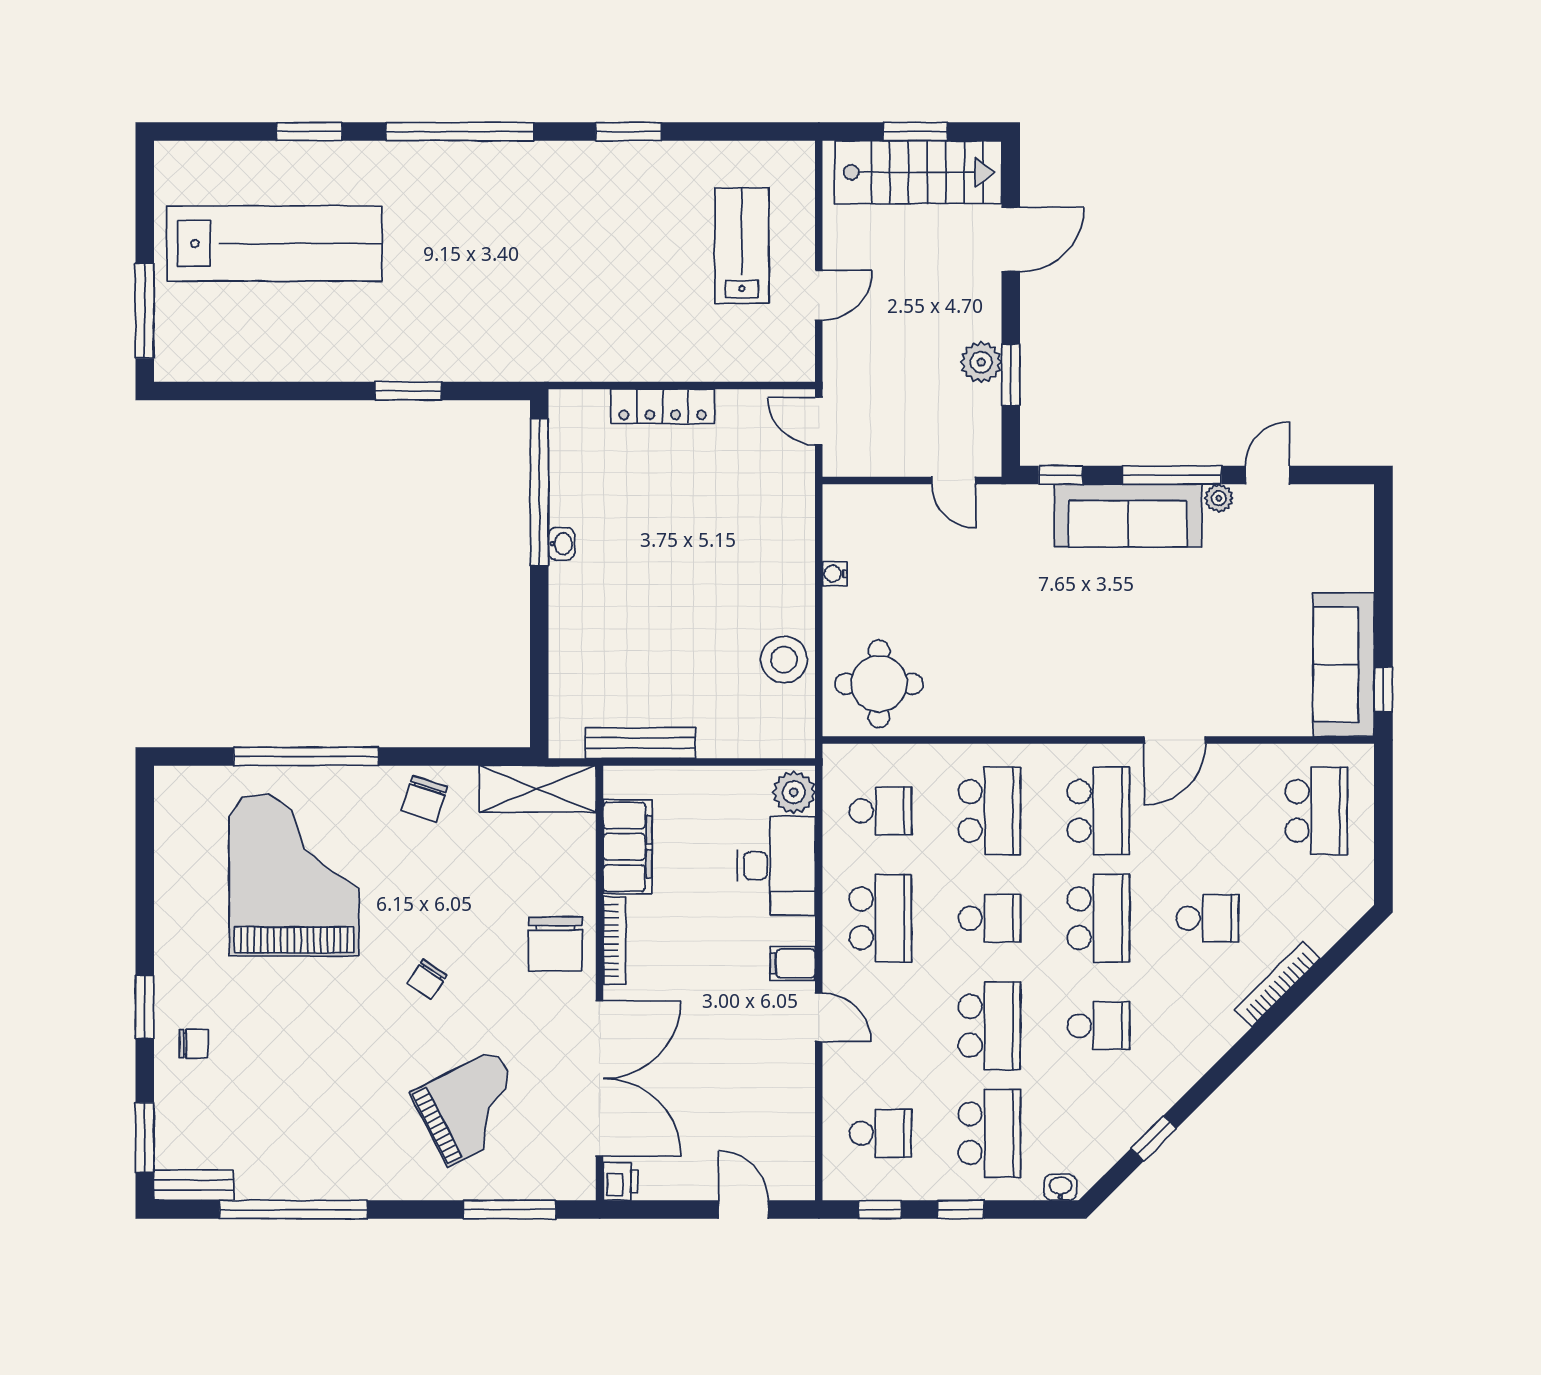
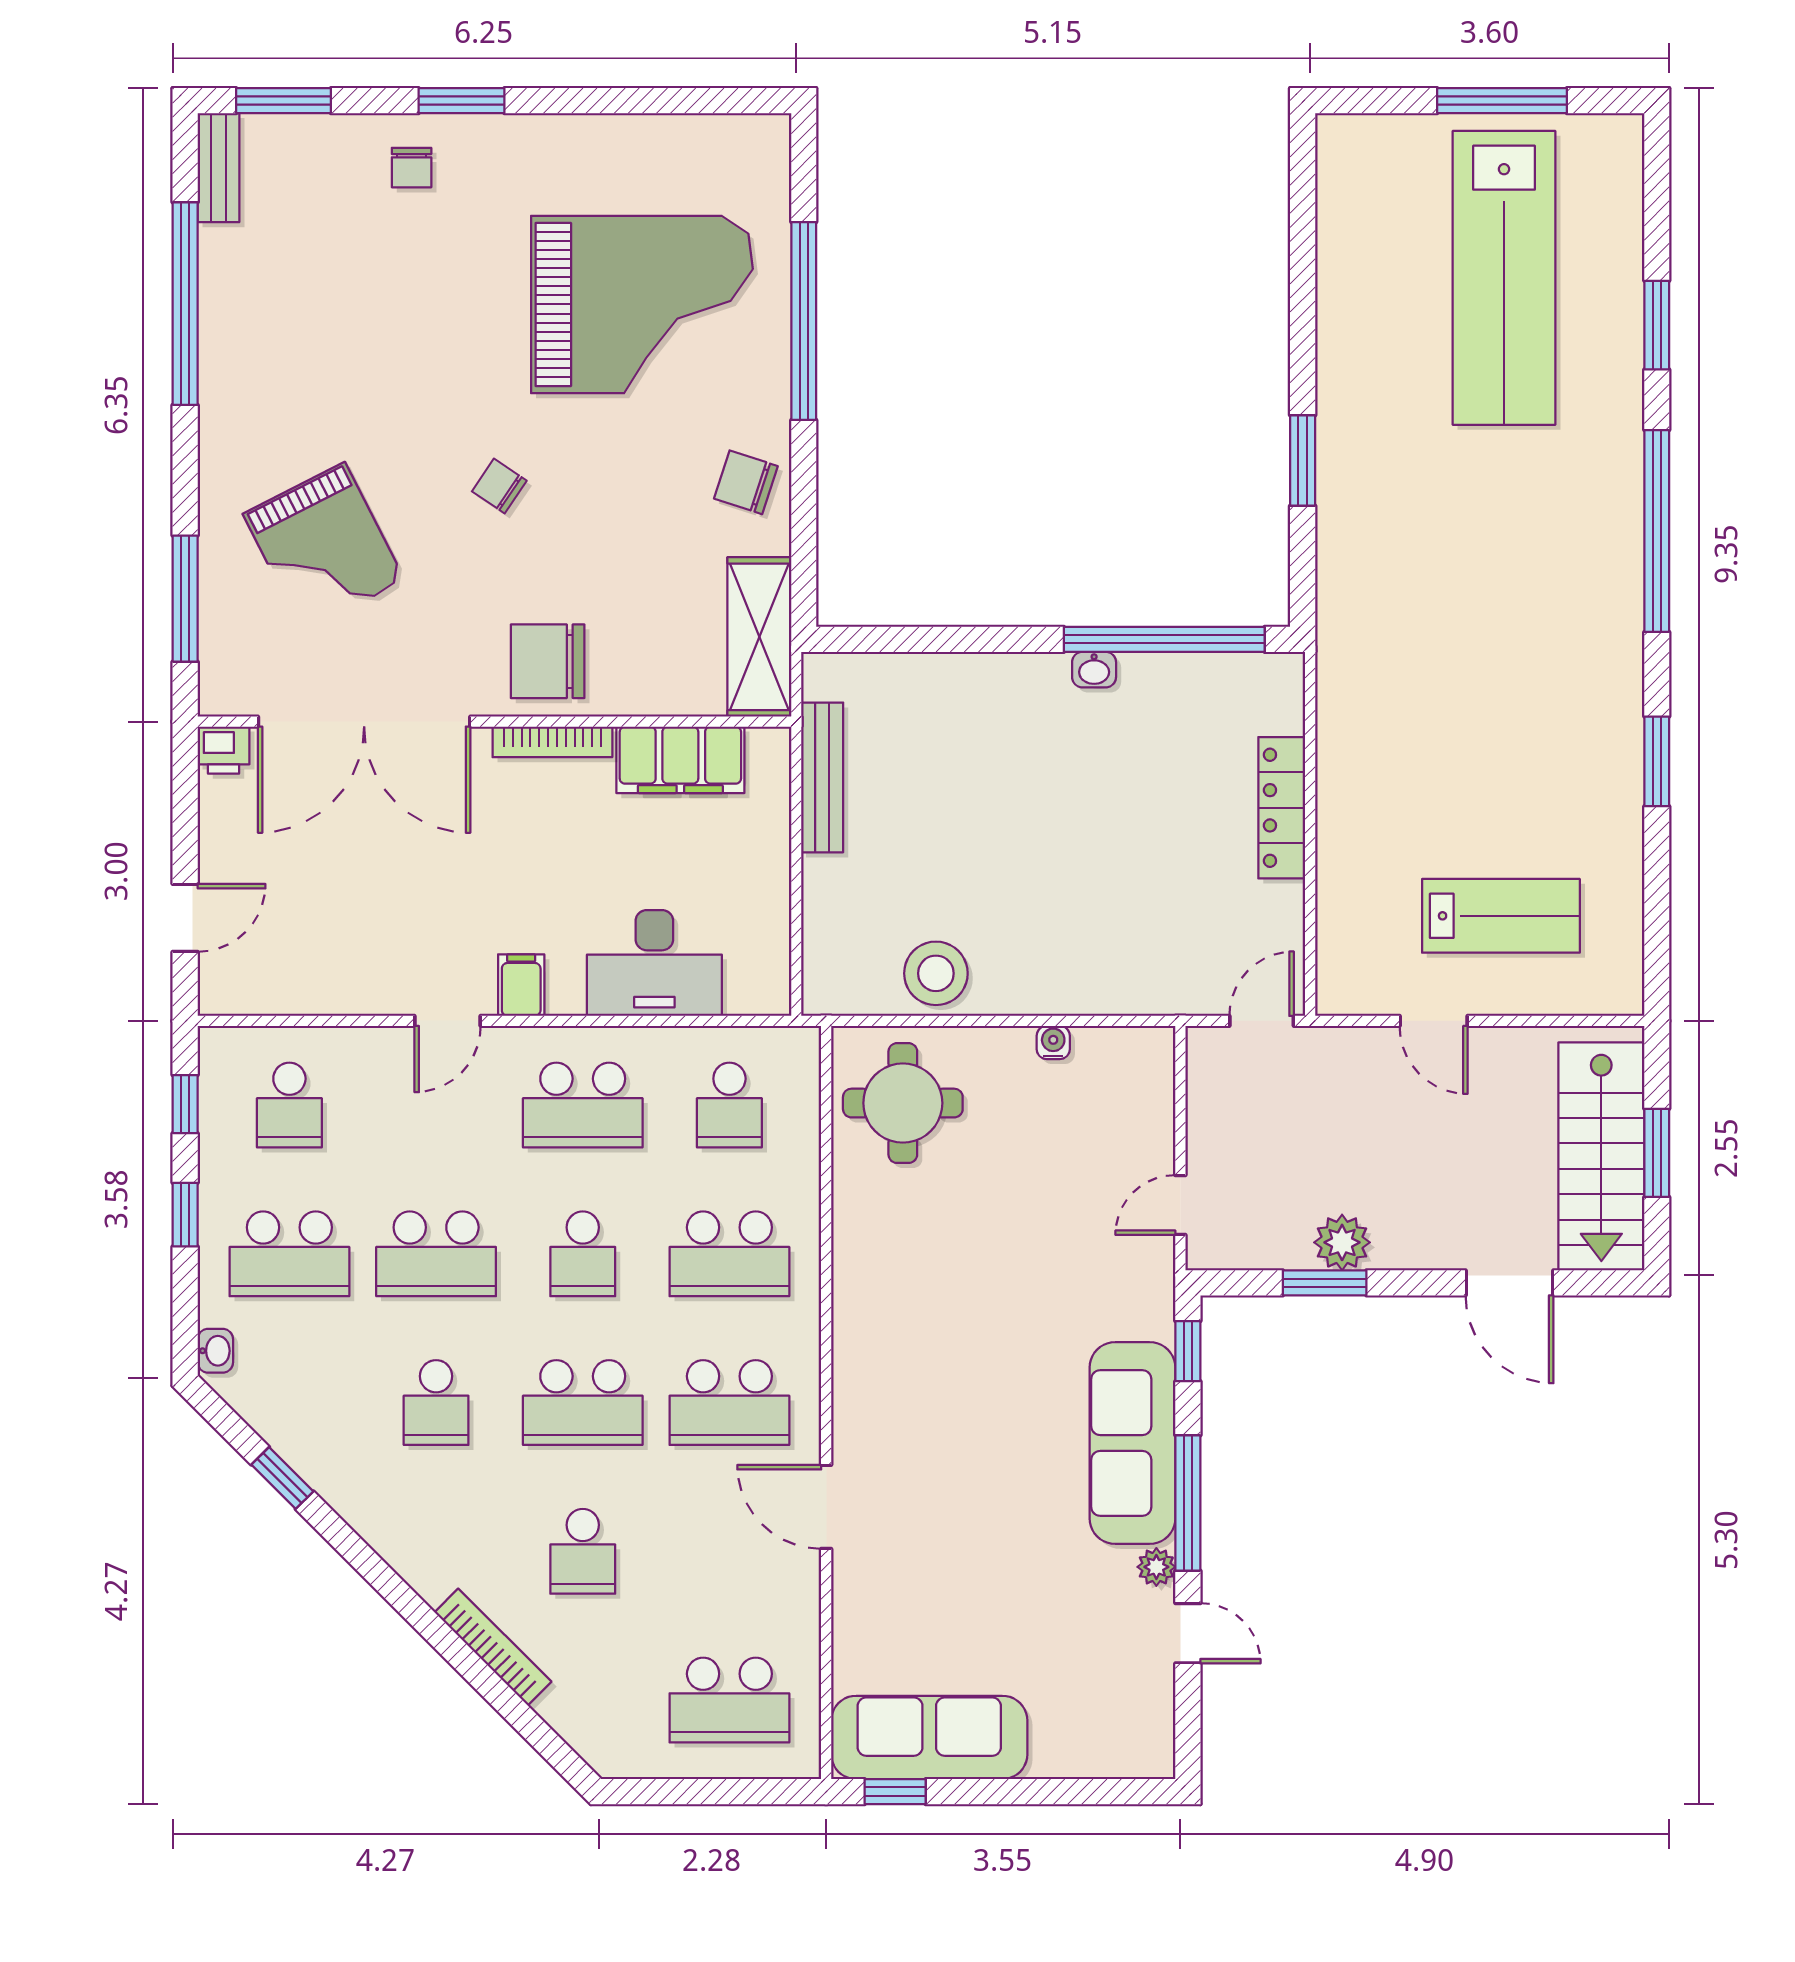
window: (145, 311) -> (1502, 101), moved
plant: (794, 792) -> (755, 987), removed

